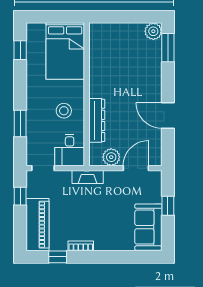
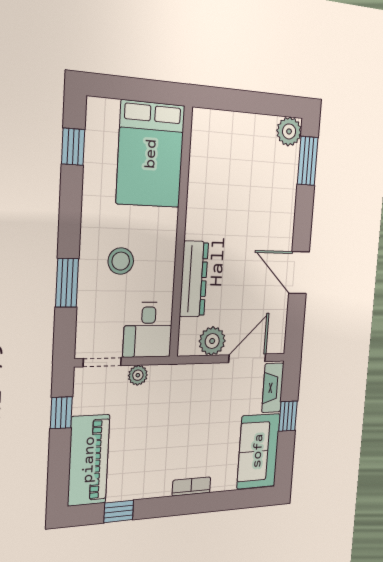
stool: (64, 111) -> (121, 261), moved
plant: (65, 176) -> (138, 375), added
fireplace: (88, 177) -> (273, 388), moved, turned 90
bookcase: (81, 246) -> (191, 487), moved

